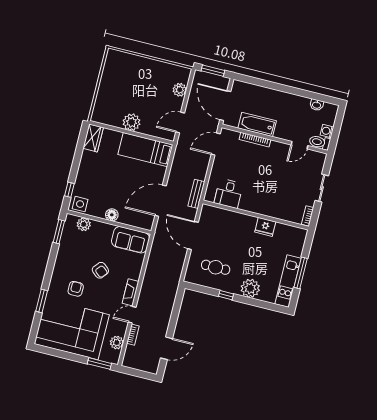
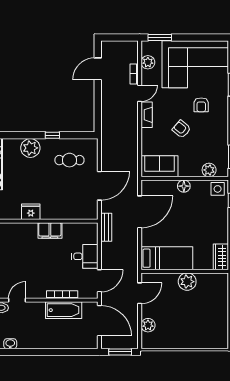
desk: (229, 193) -> (85, 256), moved, turned 90
filing cabinet: (251, 204) -> (50, 230), added
door: (193, 235) -> (99, 186), hinge flipped

